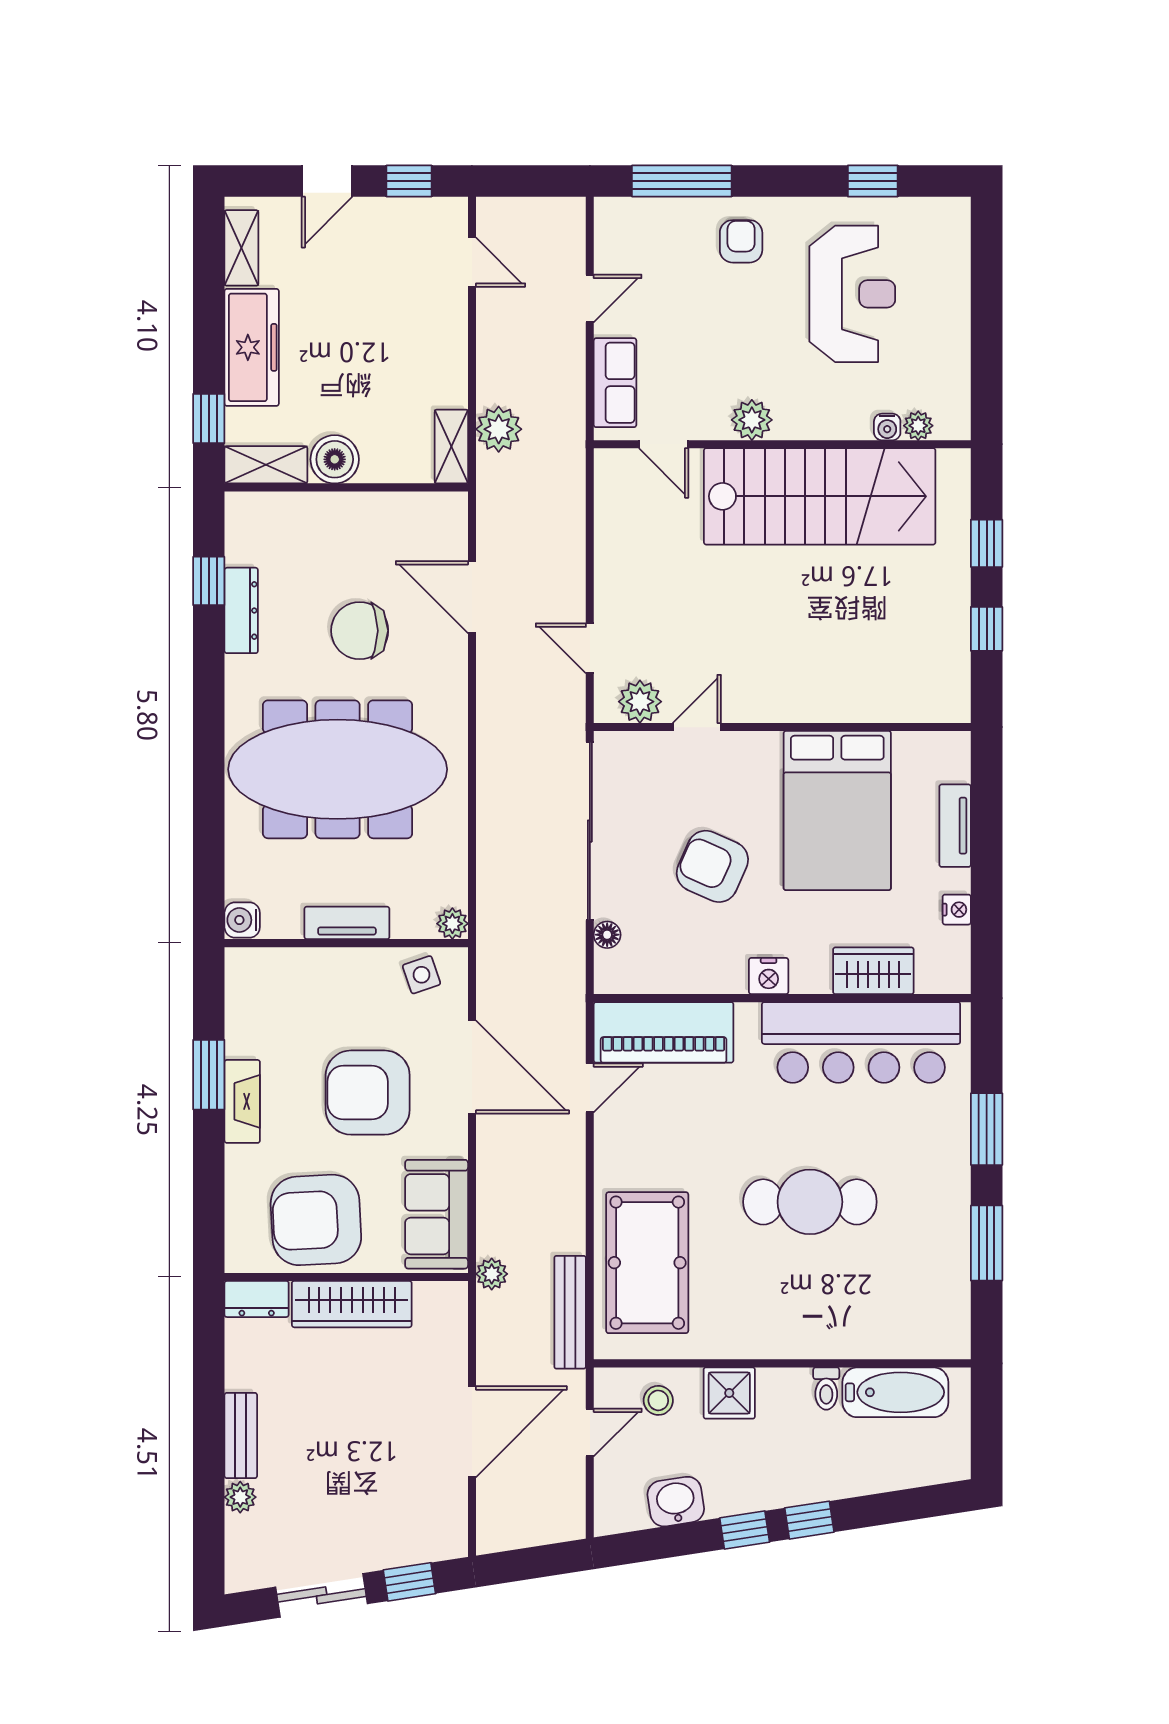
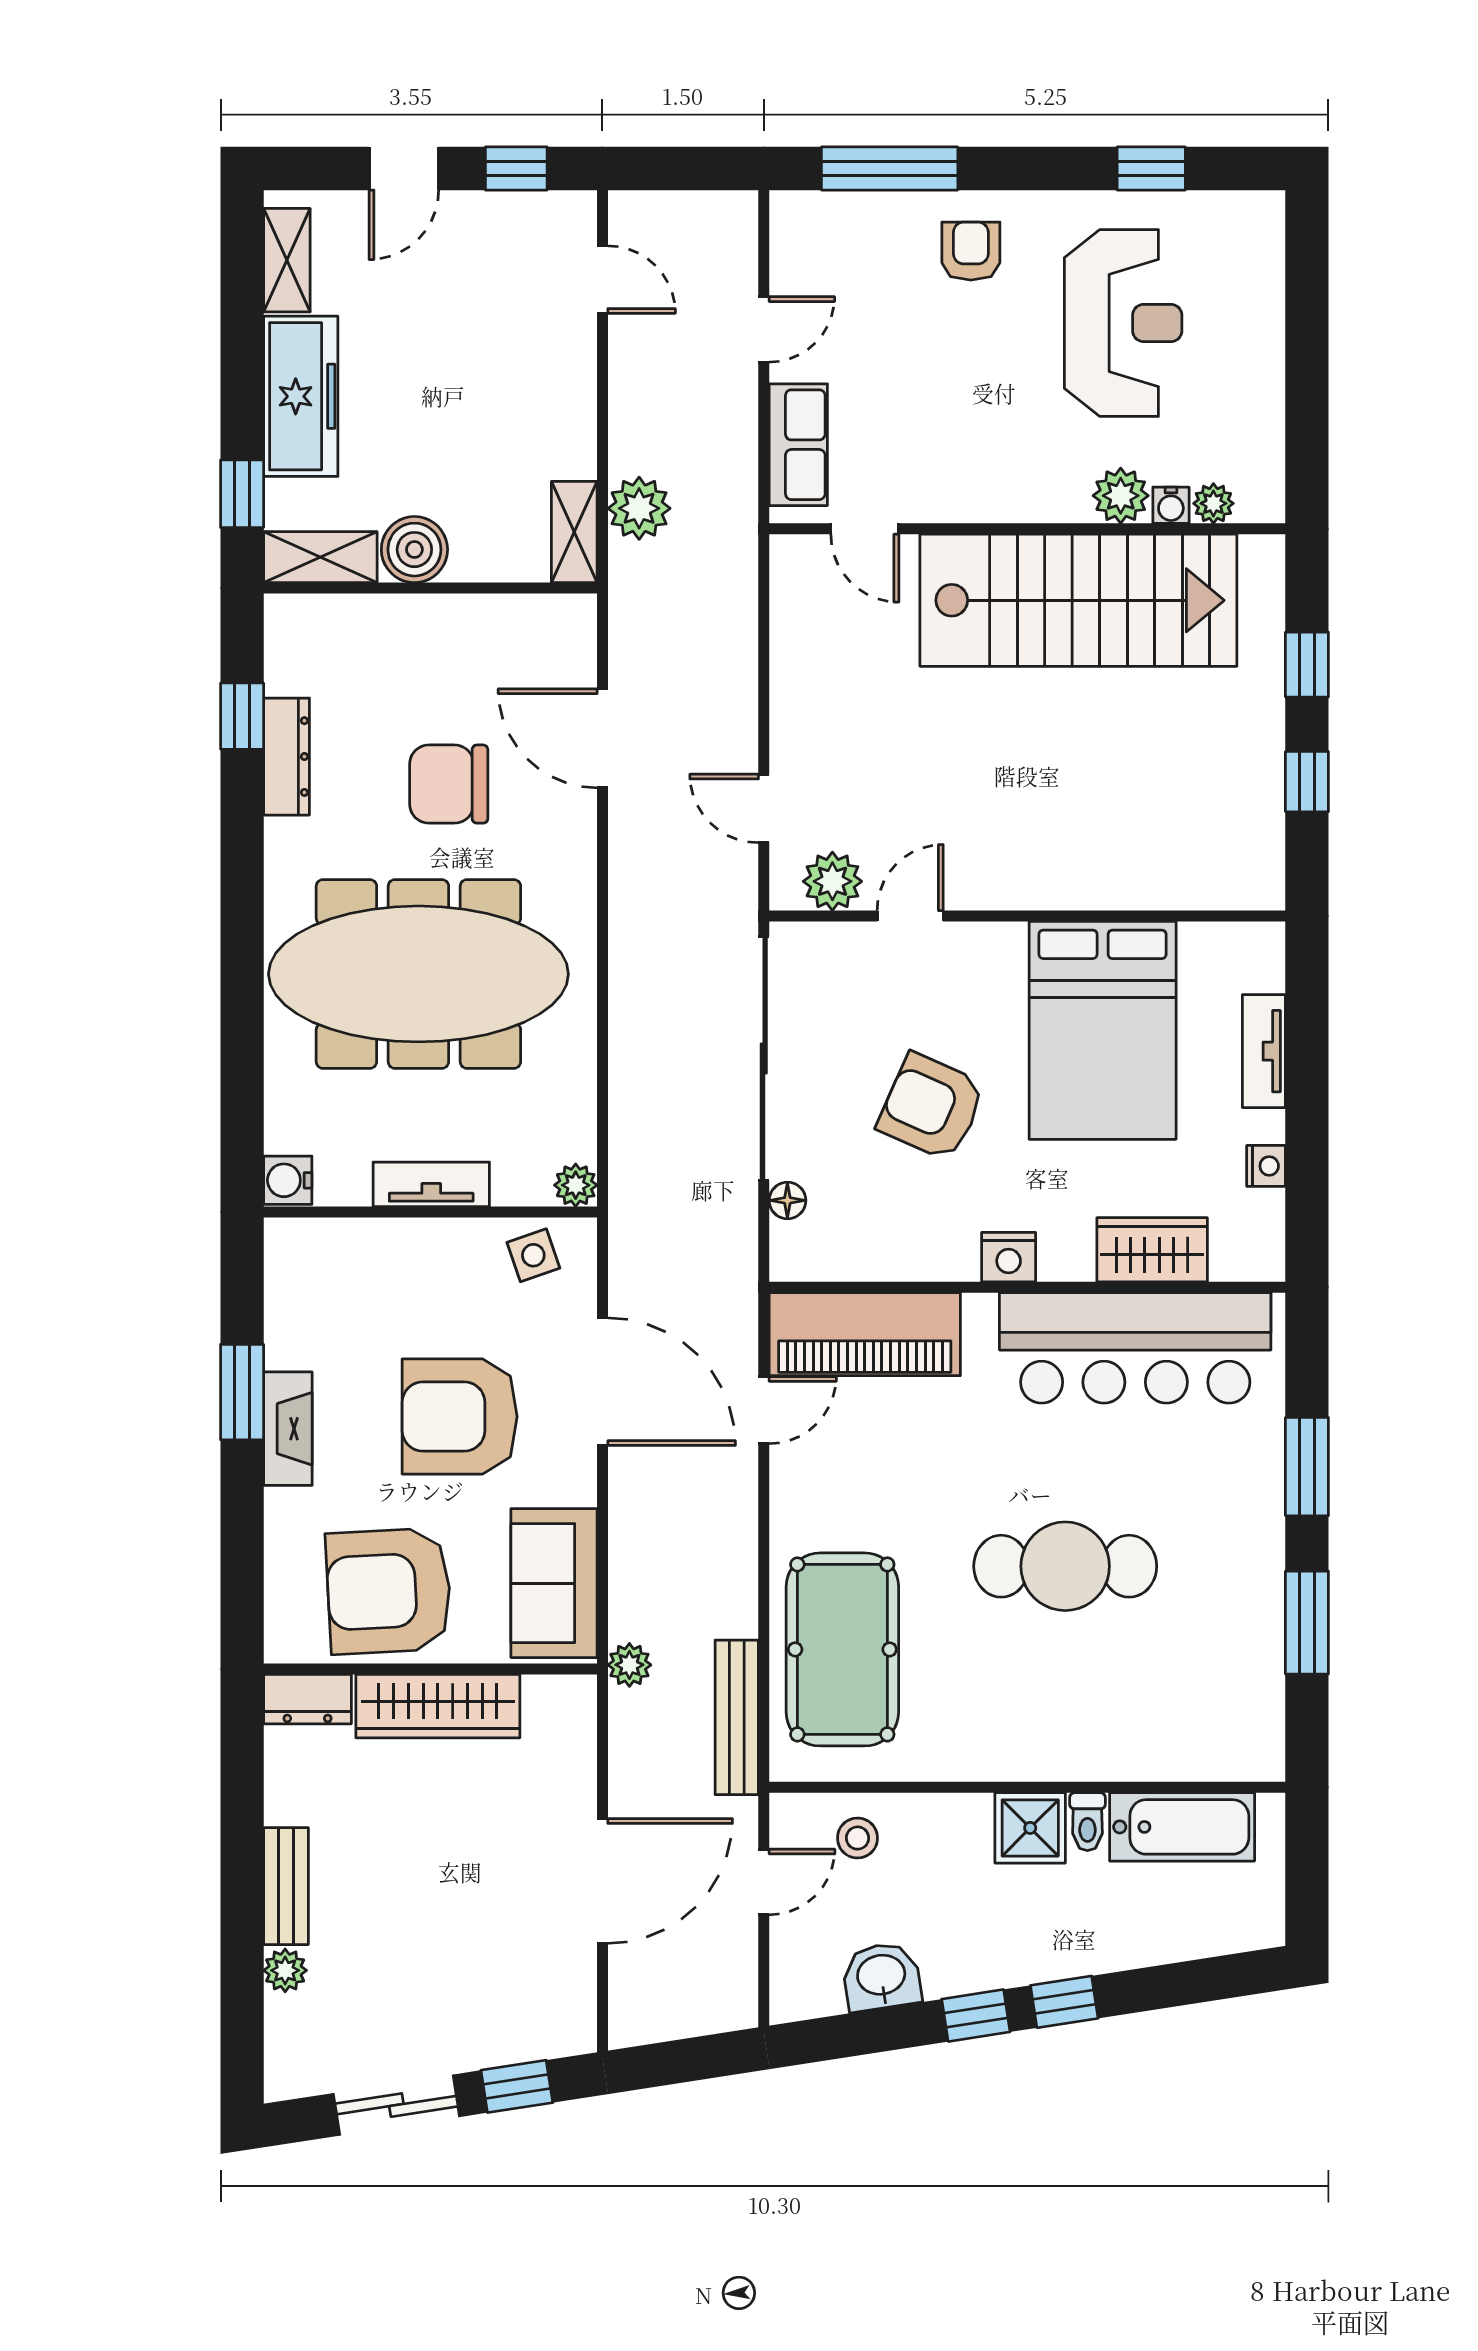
plant: (752, 420) -> (1121, 496), moved
shower: (729, 1393) -> (1030, 1828), moved

